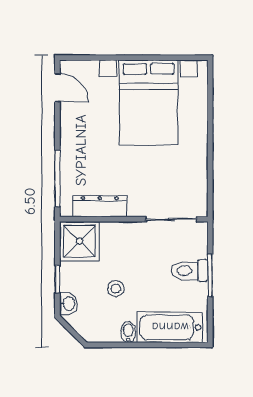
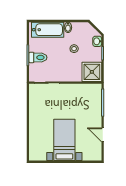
door: (57, 88) -> (103, 135), moved
bed with nightstands: (149, 102) -> (64, 140), width x0.73
dresser: (100, 206) -> (82, 89), removed

